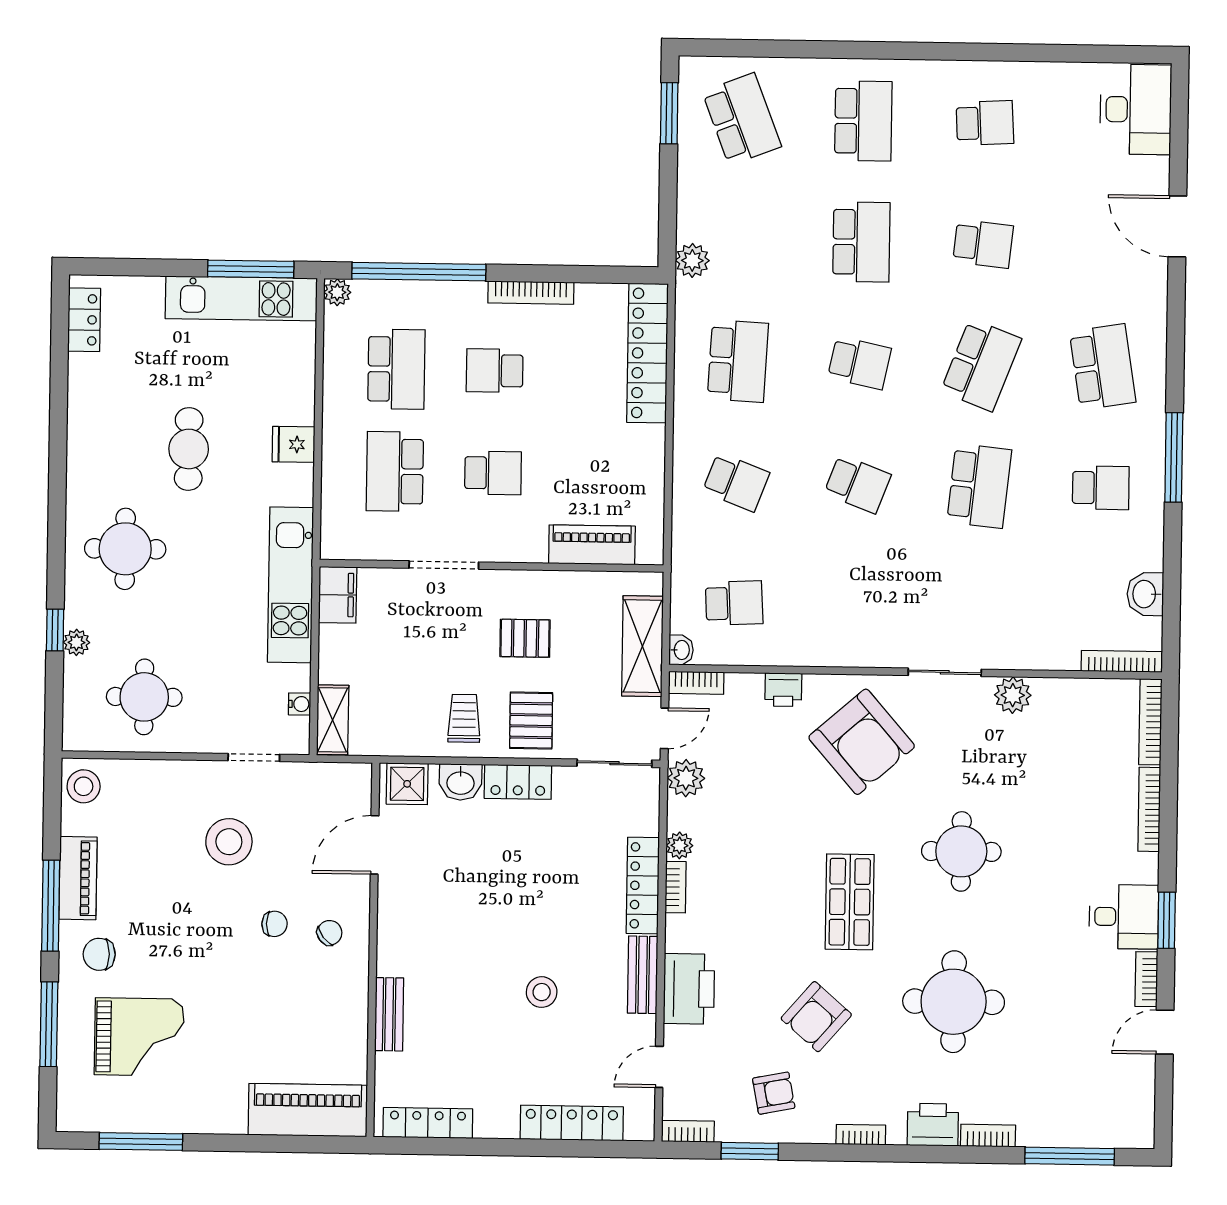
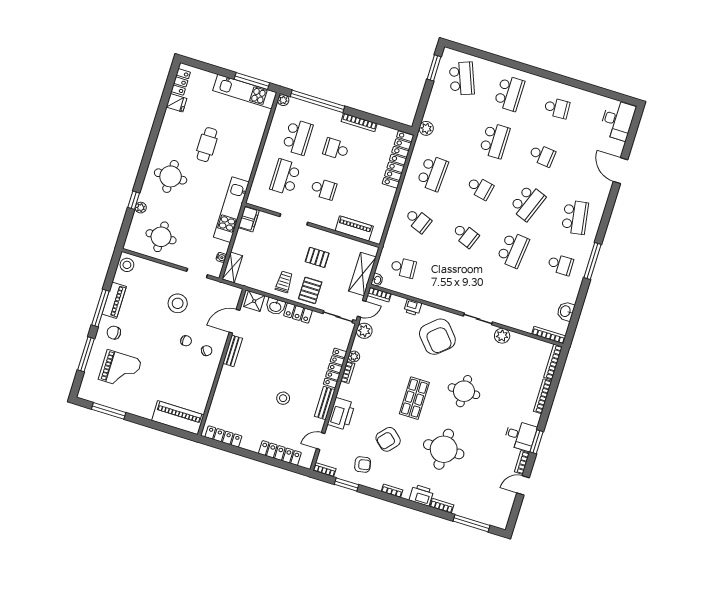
fridge: (294, 444) -> (176, 103), moved, turned 180
bench: (389, 1014) -> (233, 351), moved

